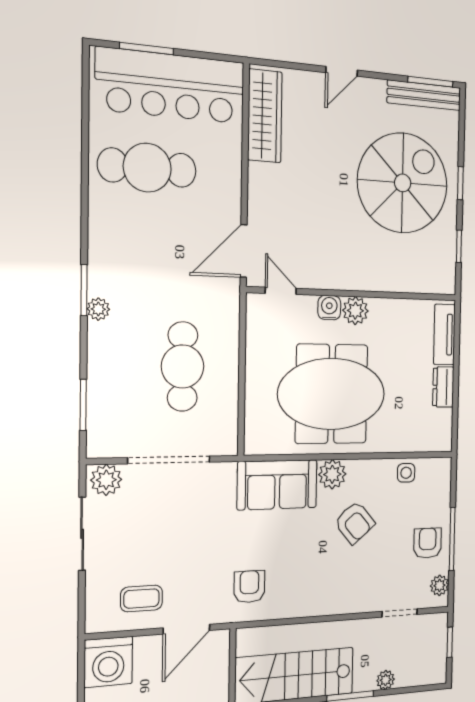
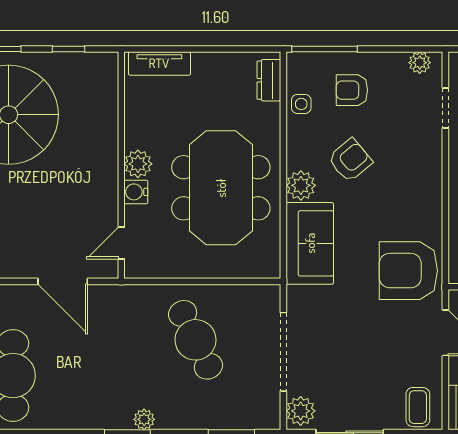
door: (244, 251) -> (63, 281), moved
cafe table: (183, 366) -> (195, 340), turned 64
dresser: (443, 387) -> (269, 80), moved, turned 90
window: (452, 539) -> (325, 49), moved
armchair: (428, 543) -> (352, 90), moved
armchair: (249, 587) -> (408, 271), width x1.88, depth x1.88
coffee table: (141, 598) -> (418, 407), moved

